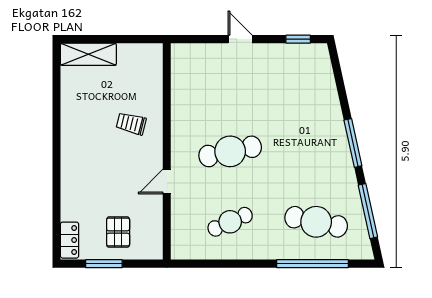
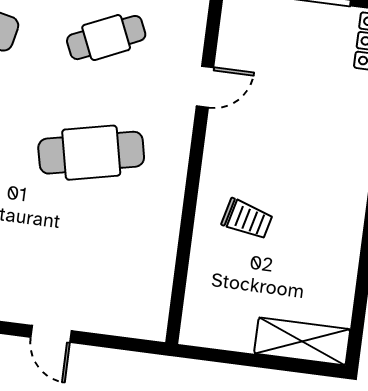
door: (167, 182) -> (205, 87), moved
pallet: (118, 232) -> (291, 45), removed

